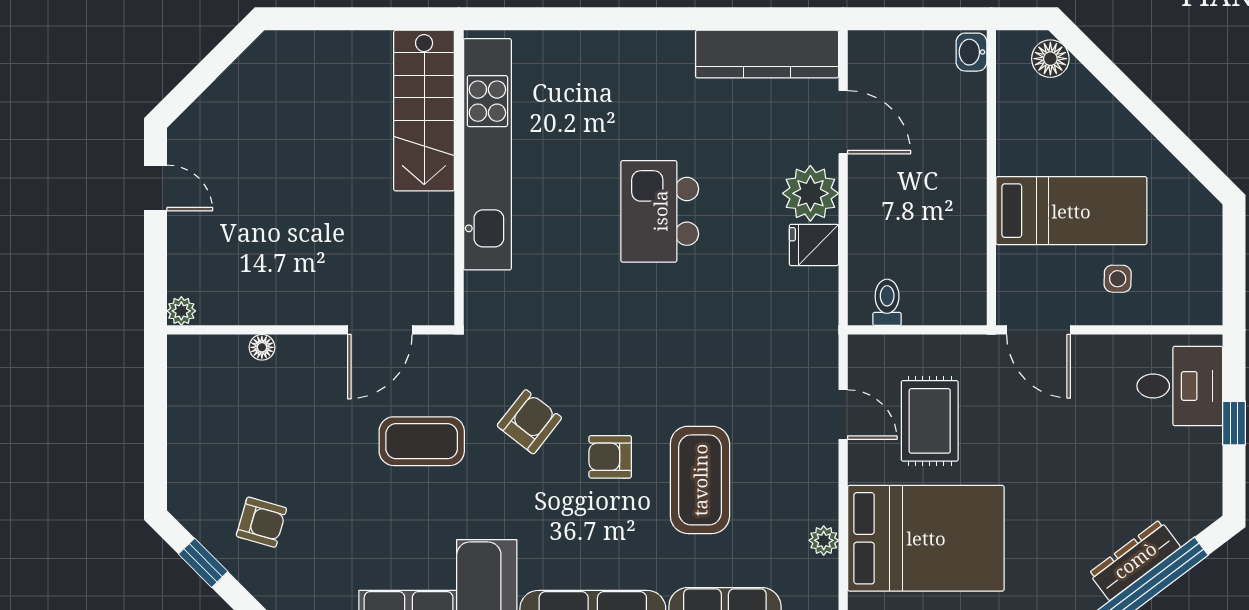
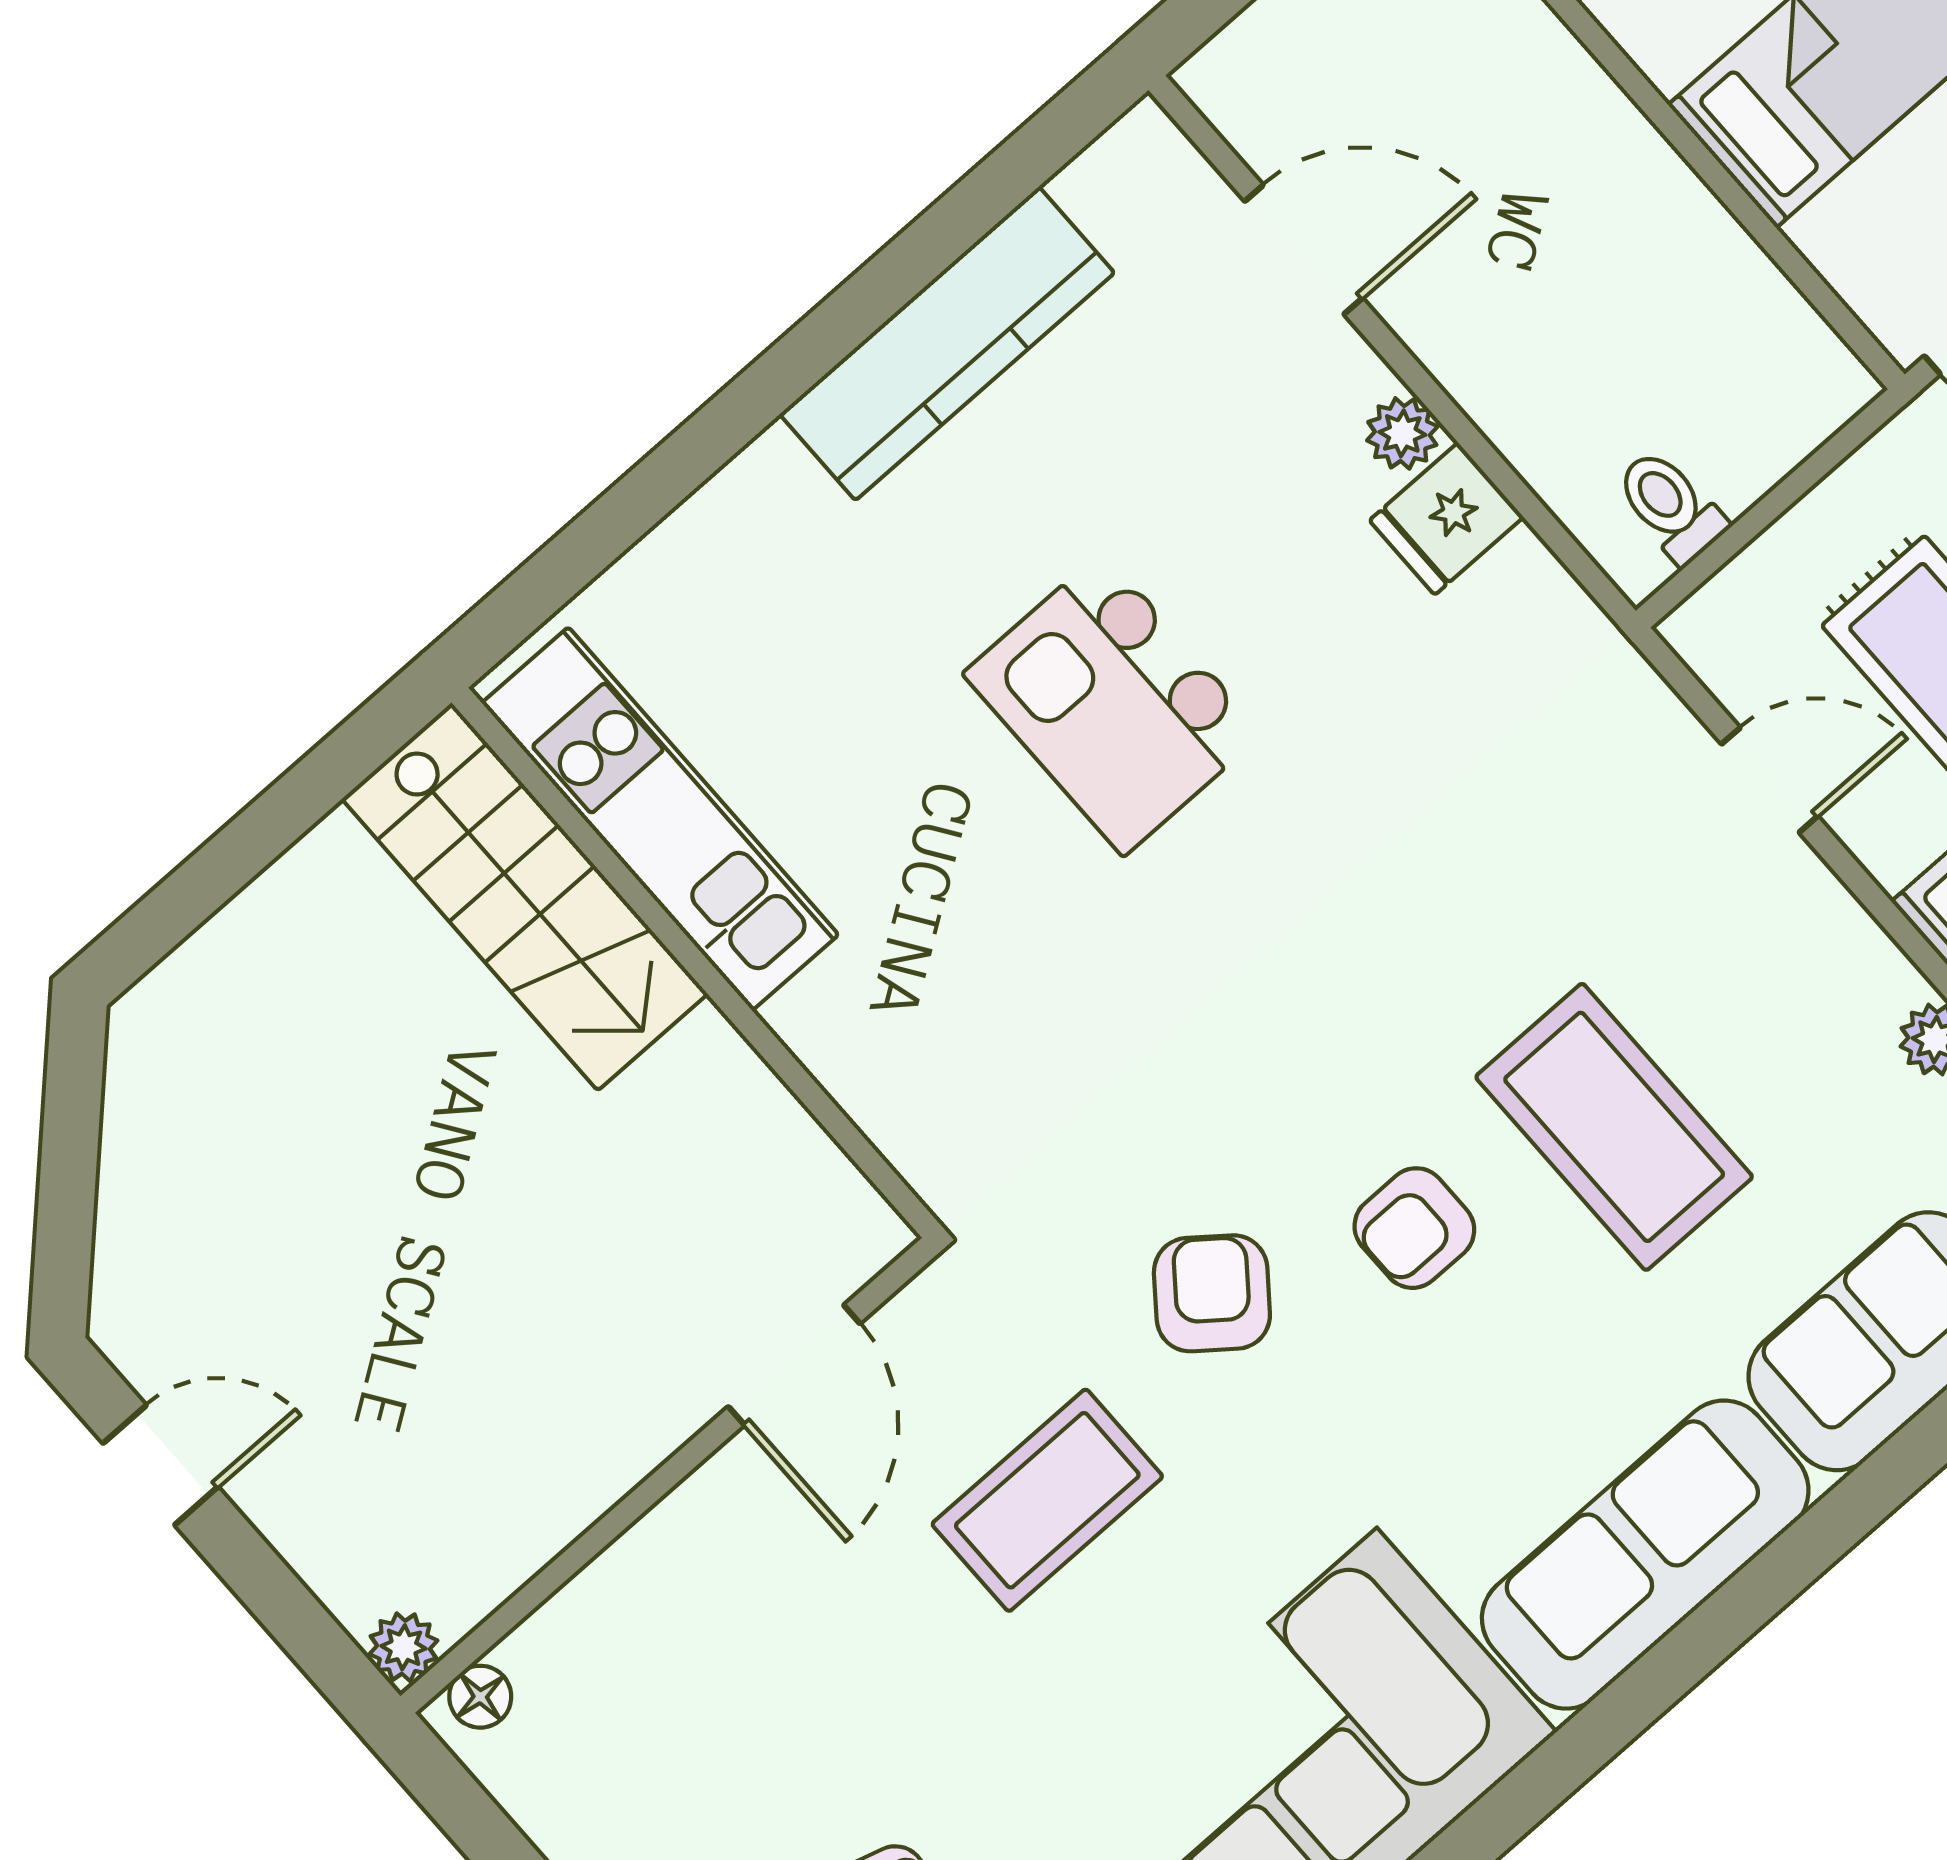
kitchen counter: (767, 54) -> (947, 344), moved
kitchen unit: (487, 154) -> (660, 819), width x0.73
plant: (810, 193) -> (1402, 433), width x0.53, depth x0.53
floor lamp: (262, 347) -> (480, 1697), moved

